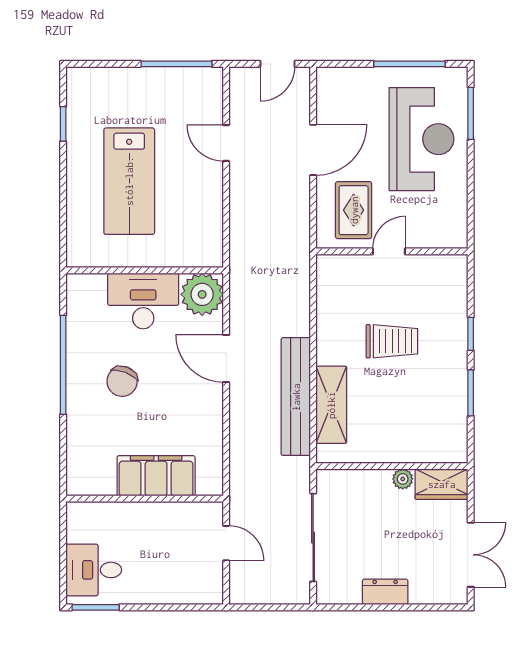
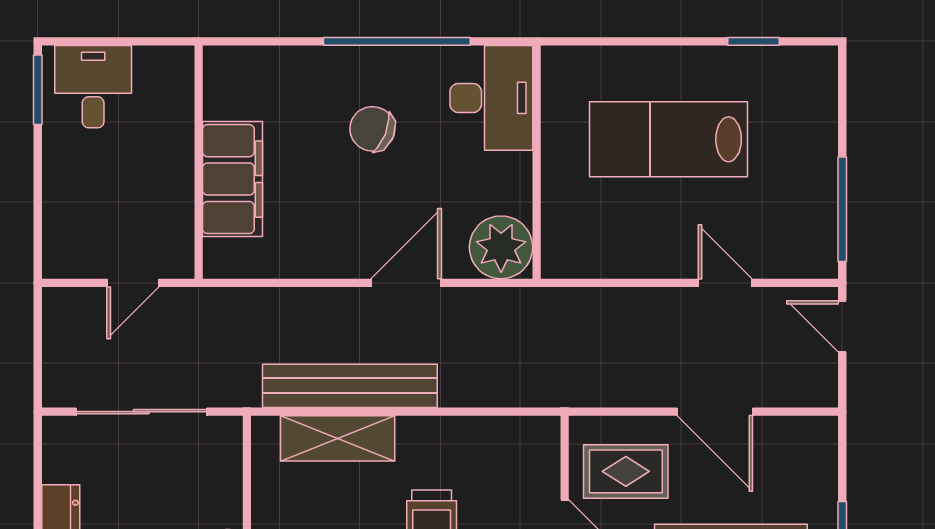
door: (278, 64) -> (842, 326), moved
door: (226, 143) -> (725, 283), hinge flipped
desk: (143, 301) -> (491, 98), moved

